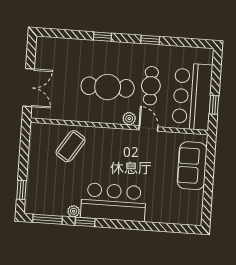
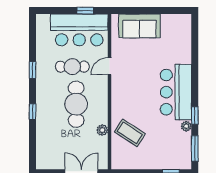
plant: (129, 119) -> (102, 130), moved

